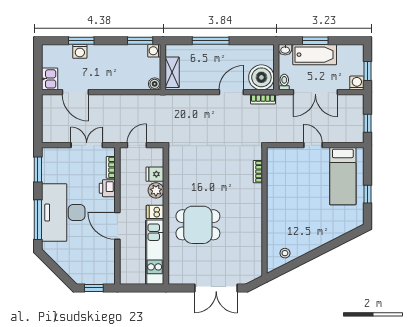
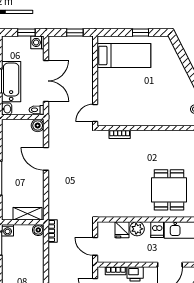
boiler: (261, 77) -> (38, 125), width x0.54, depth x0.54
bookcase: (263, 99) -> (53, 231), moved
door: (313, 145) -> (95, 113), moved

